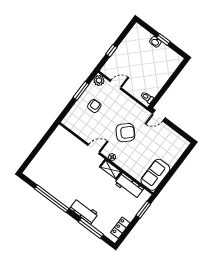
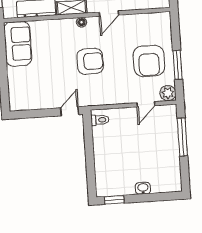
window: (163, 39) -> (114, 200), moved
window: (111, 51) -> (182, 137), width x2.17
armchair: (94, 106) -> (149, 61), width x1.88, depth x1.88
armchair: (125, 133) -> (90, 61), turned -138

